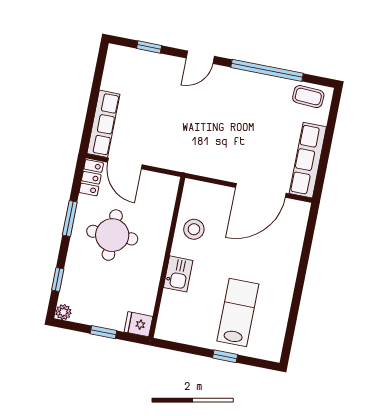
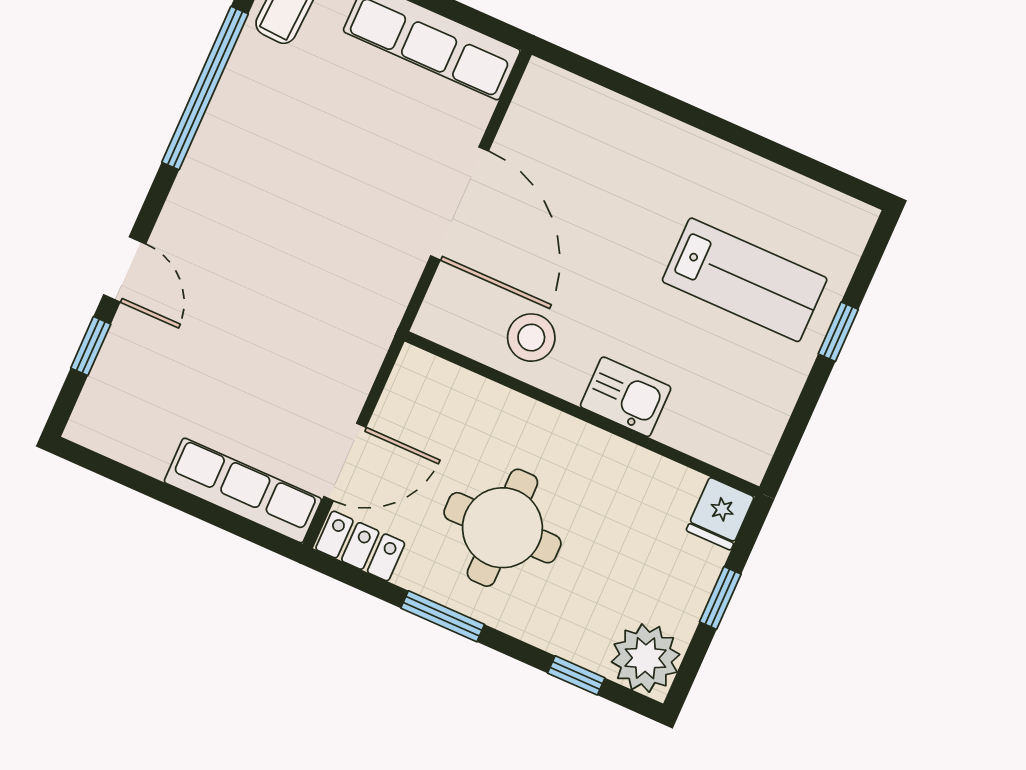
door: (200, 57) -> (125, 269), moved
door: (261, 190) -> (460, 203), moved
plant: (63, 312) -> (646, 658), width x1.88, depth x1.88
lab bench: (238, 312) -> (745, 280), turned 180

